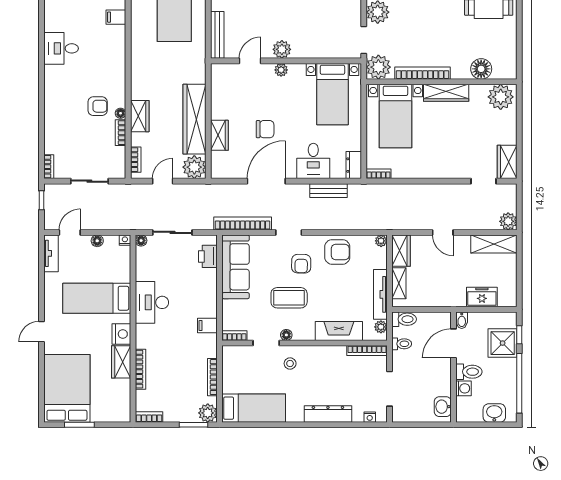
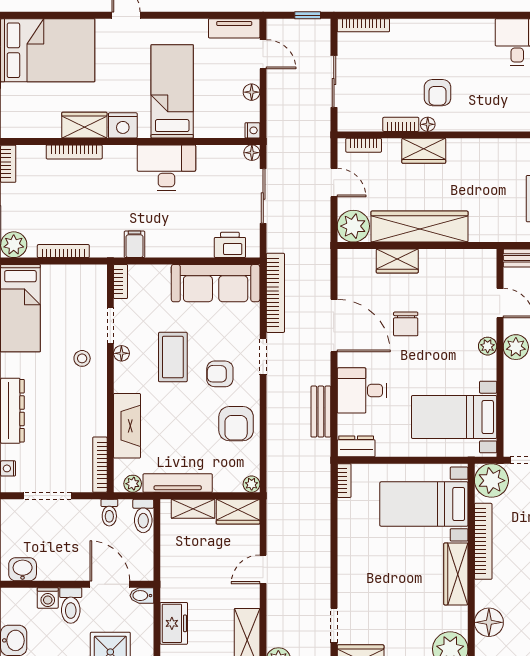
bookcase: (49, 167) -> (363, 25), width x1.56

